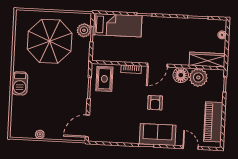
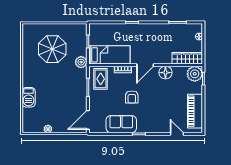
bed: (117, 25) -> (109, 55), moved
plant: (84, 30) -> (81, 62), moved
parasol: (50, 41) -> (52, 49), width x0.73, depth x0.73
plant: (198, 77) -> (195, 74), moved
barbecue: (20, 83) -> (29, 97), moved
armchair: (155, 103) -> (132, 97), moved
sofa: (158, 135) -> (121, 124), moved

